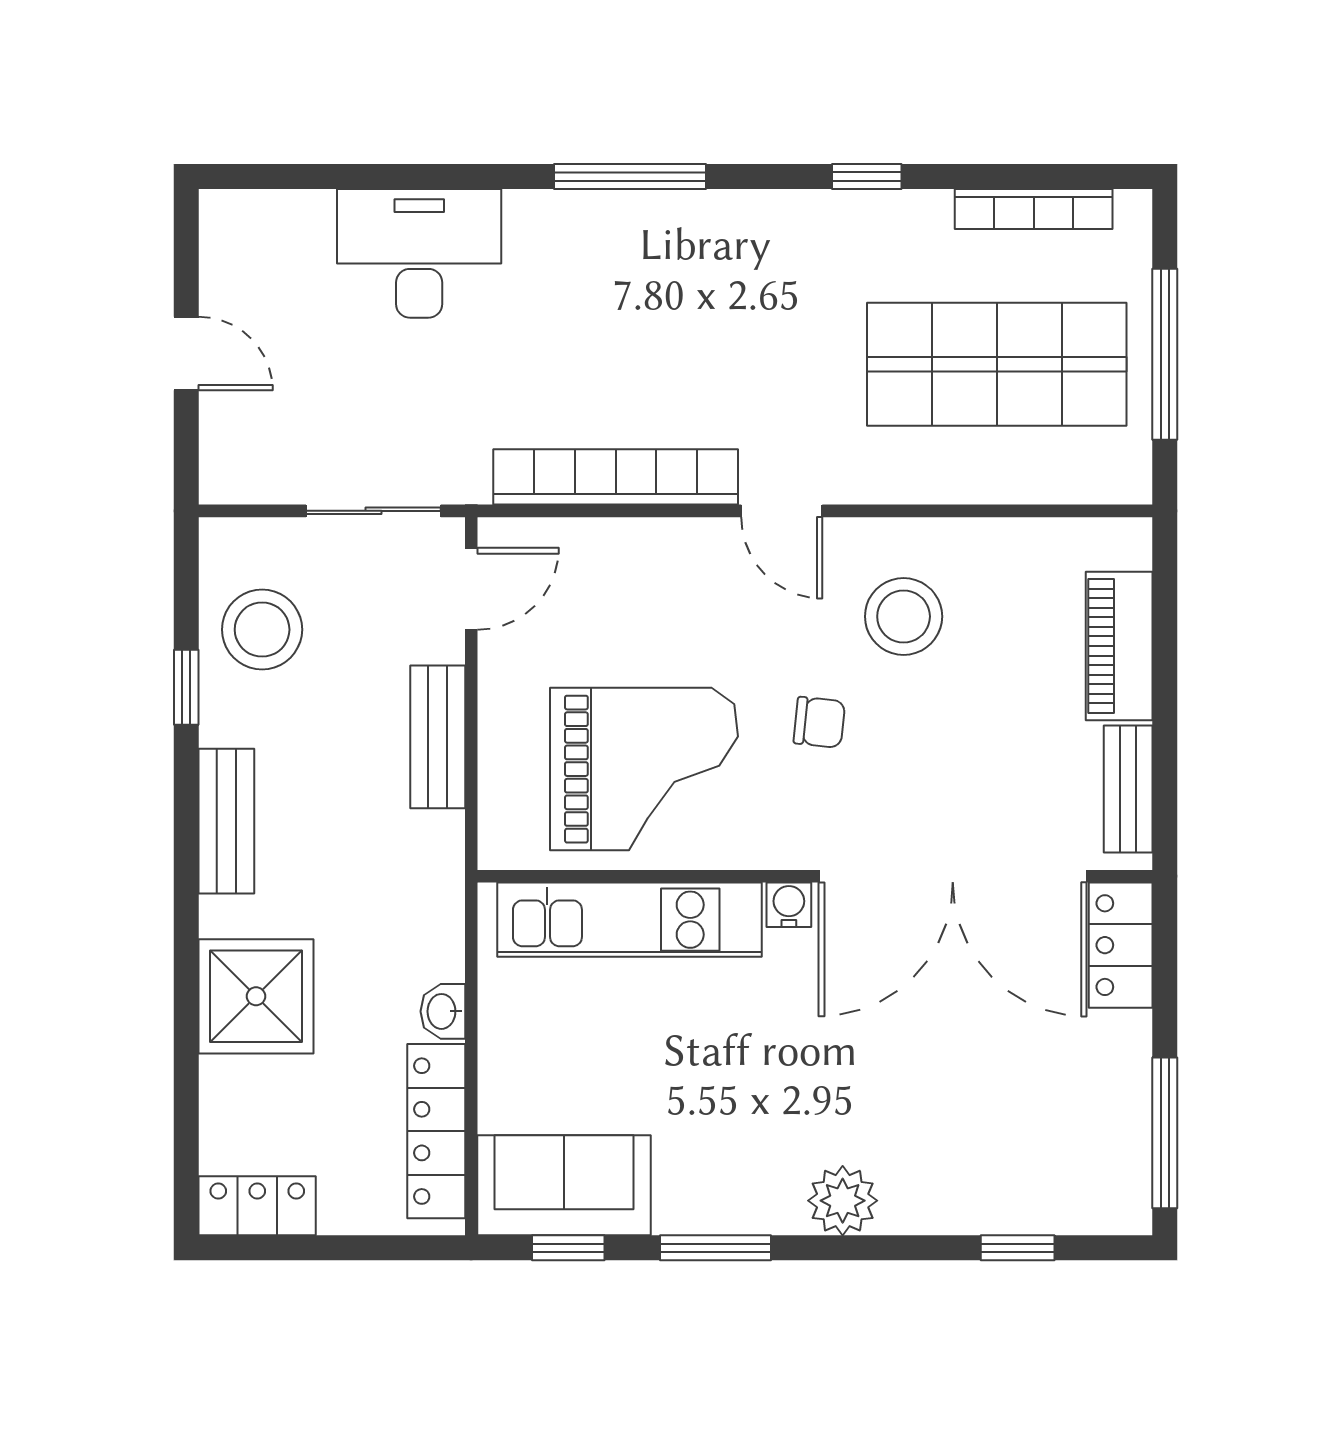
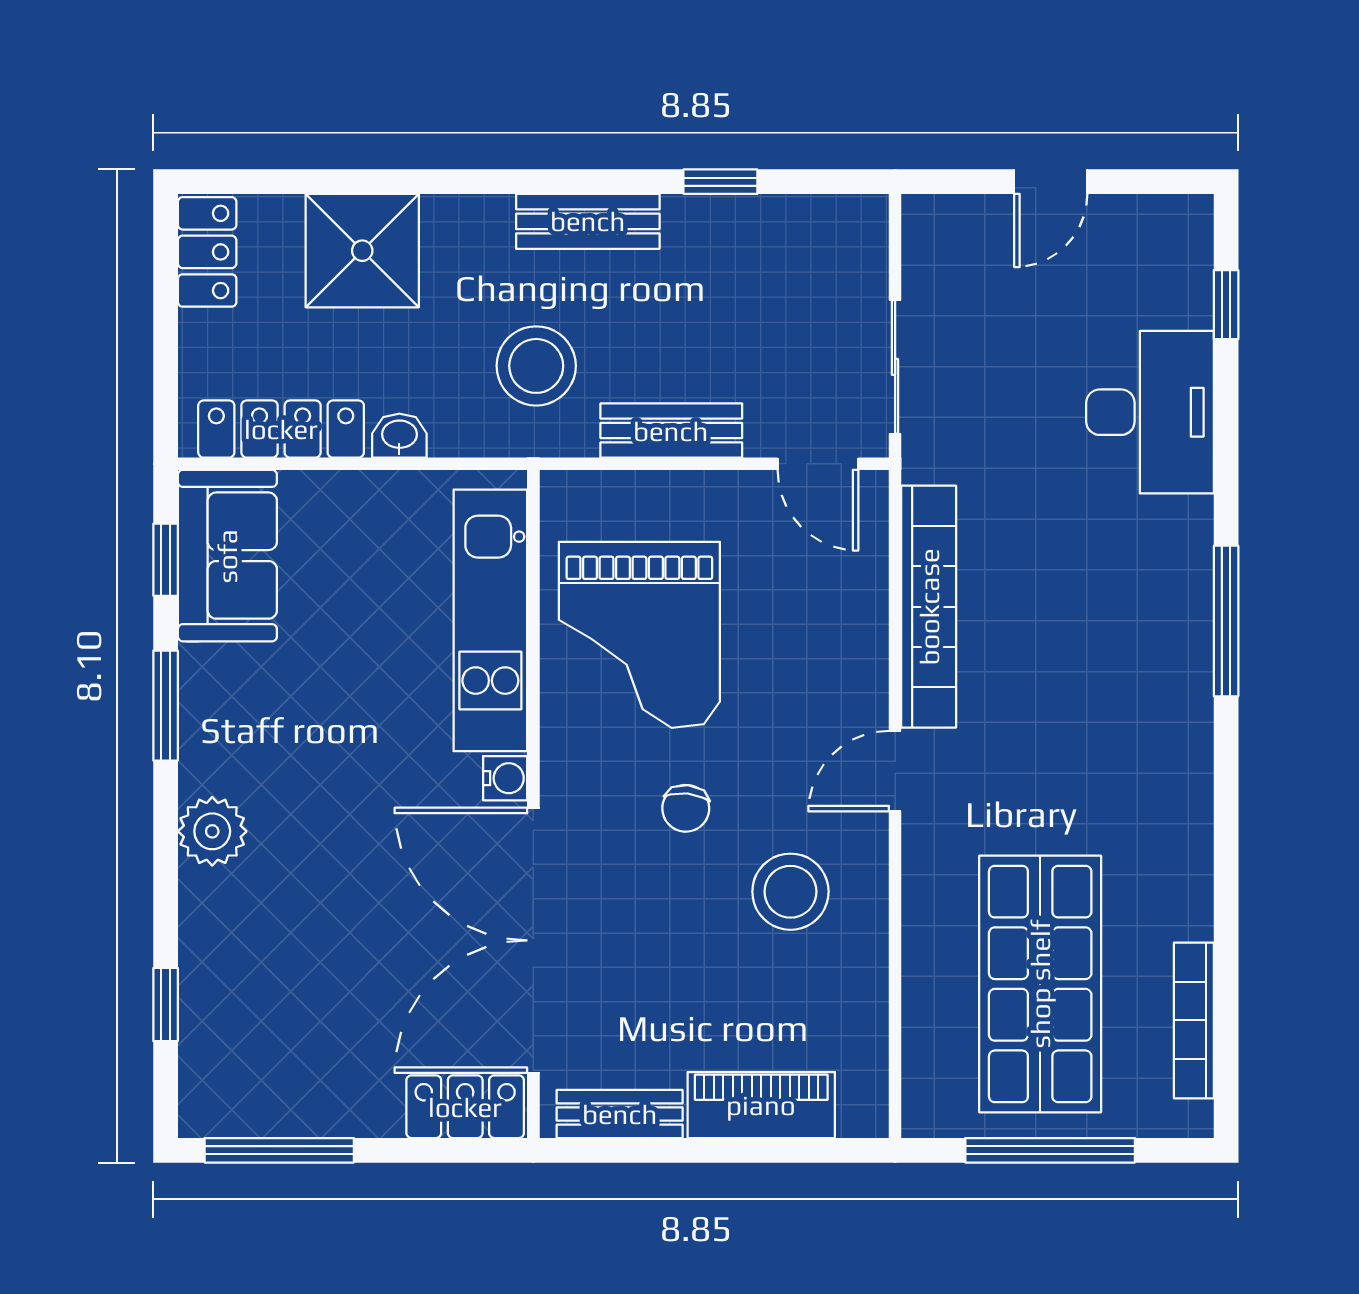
window: (867, 176) -> (1226, 305), moved
stool: (262, 630) -> (536, 366), moved
shower: (256, 996) -> (362, 251), moved

